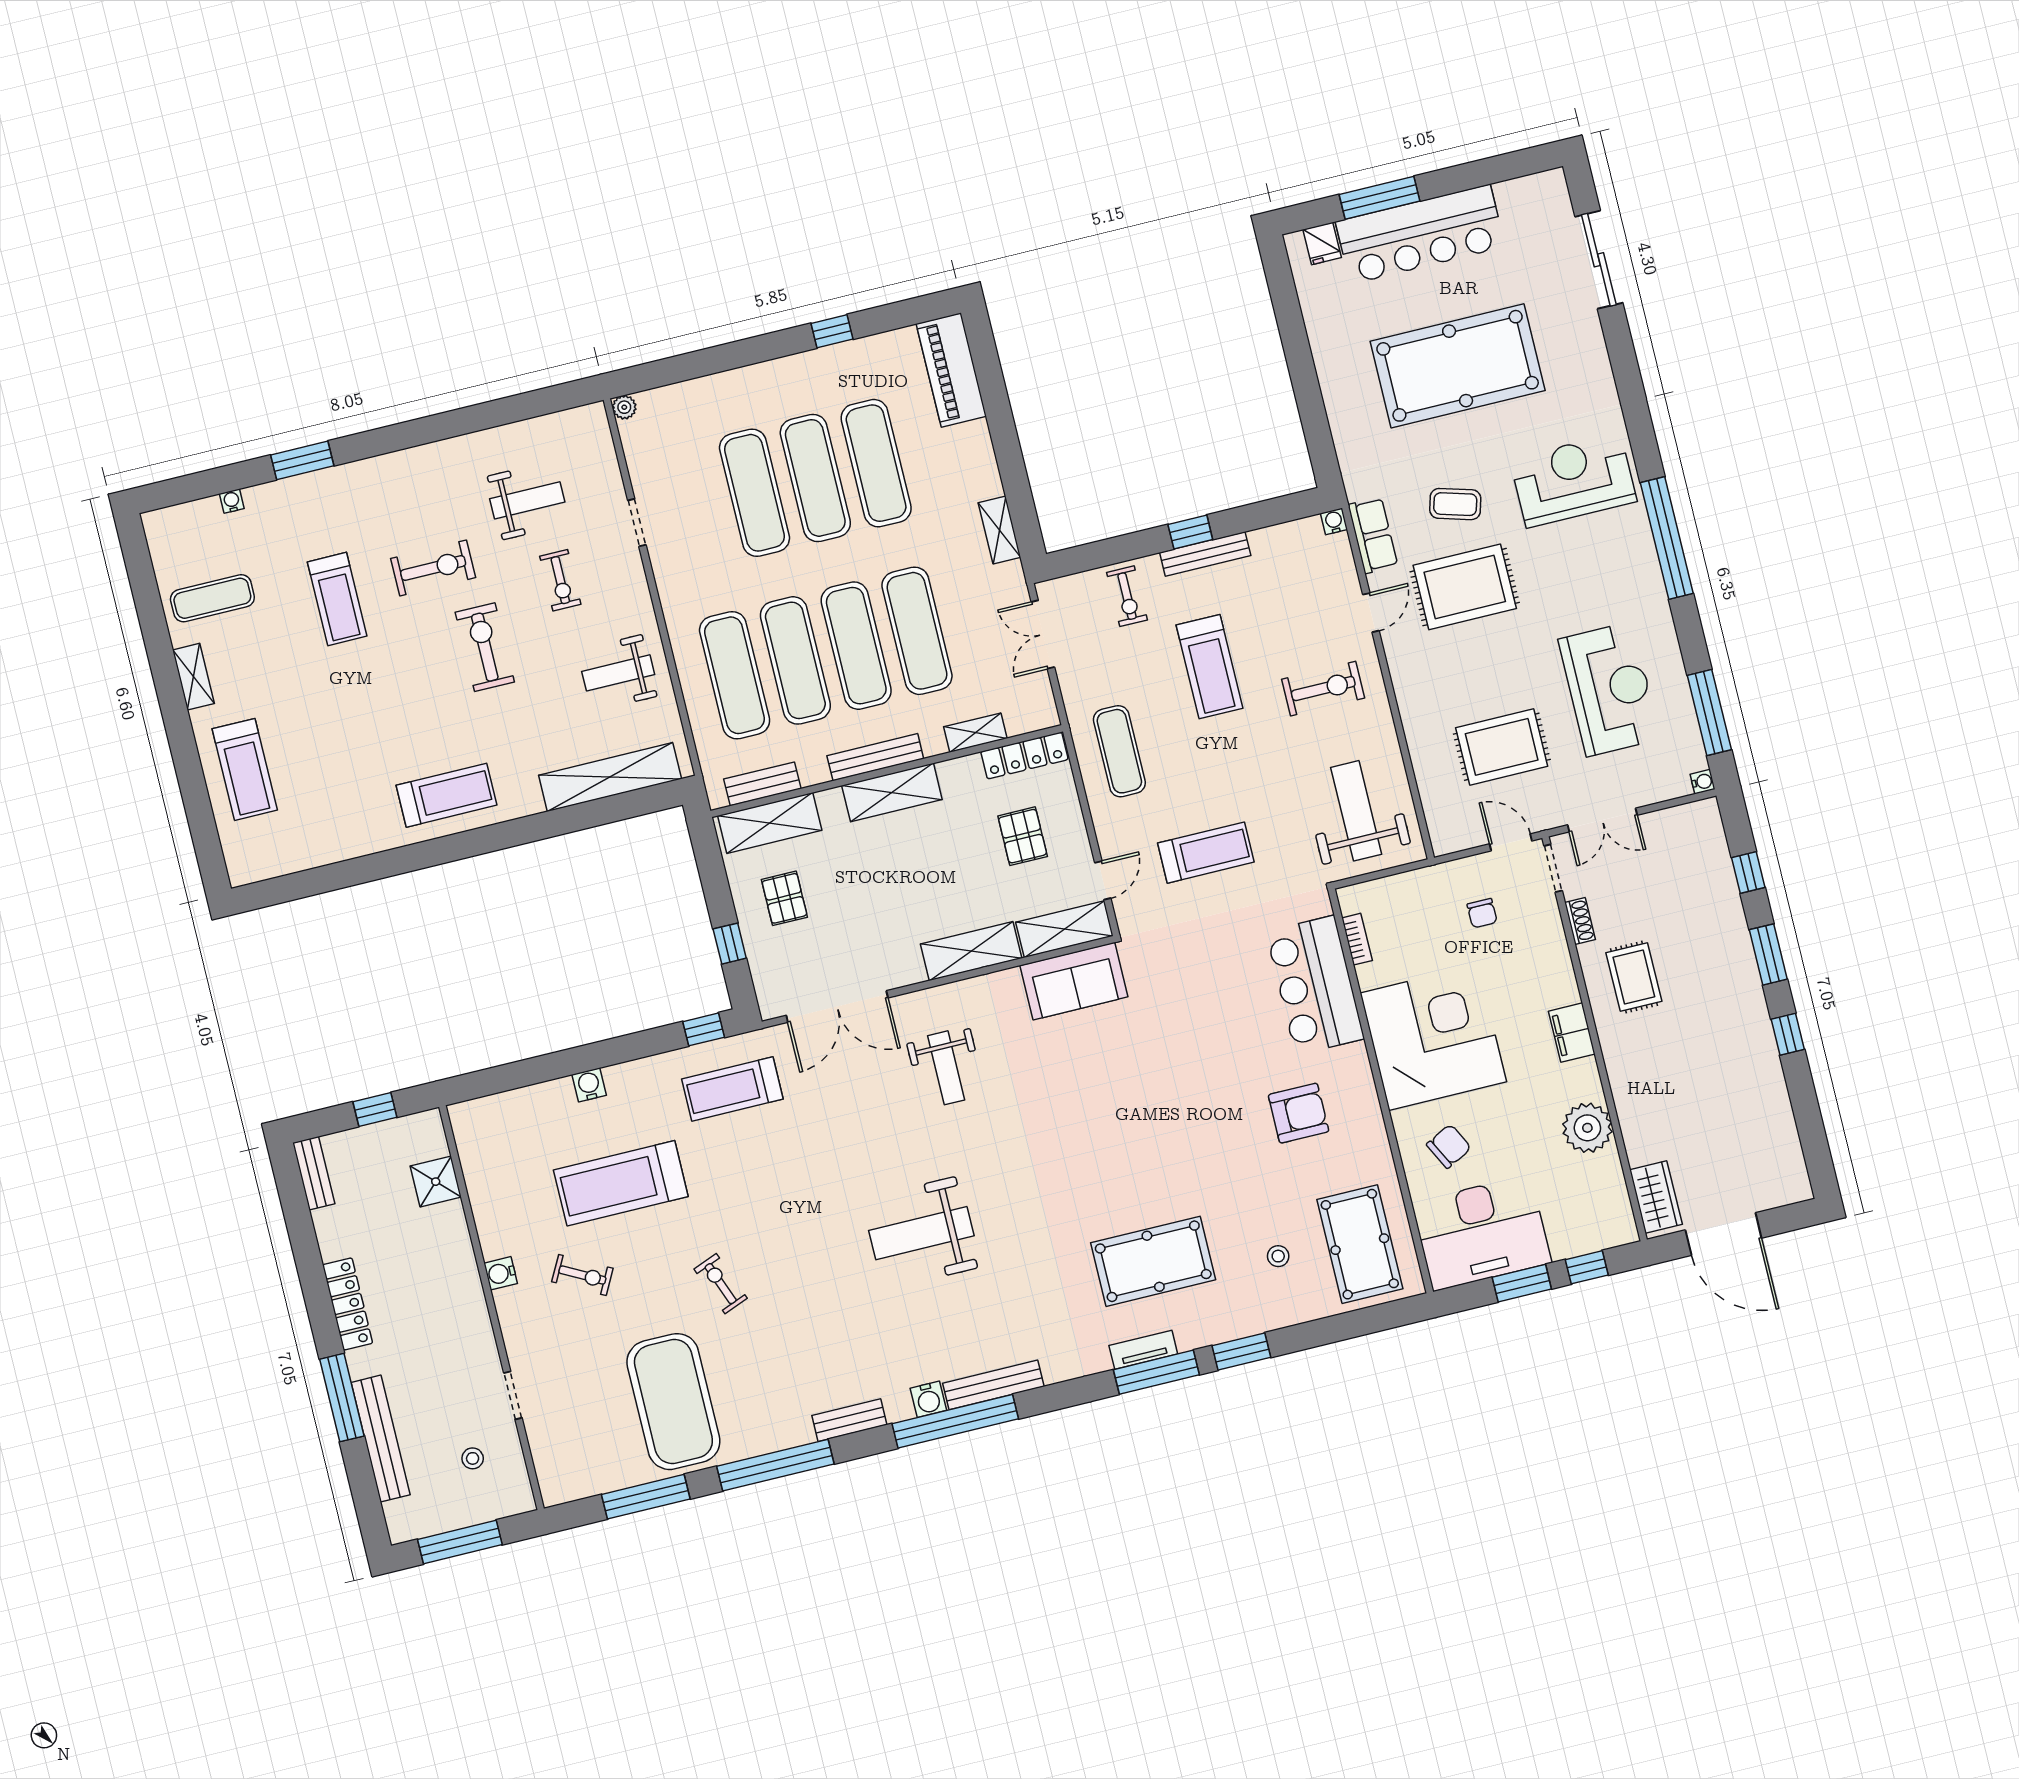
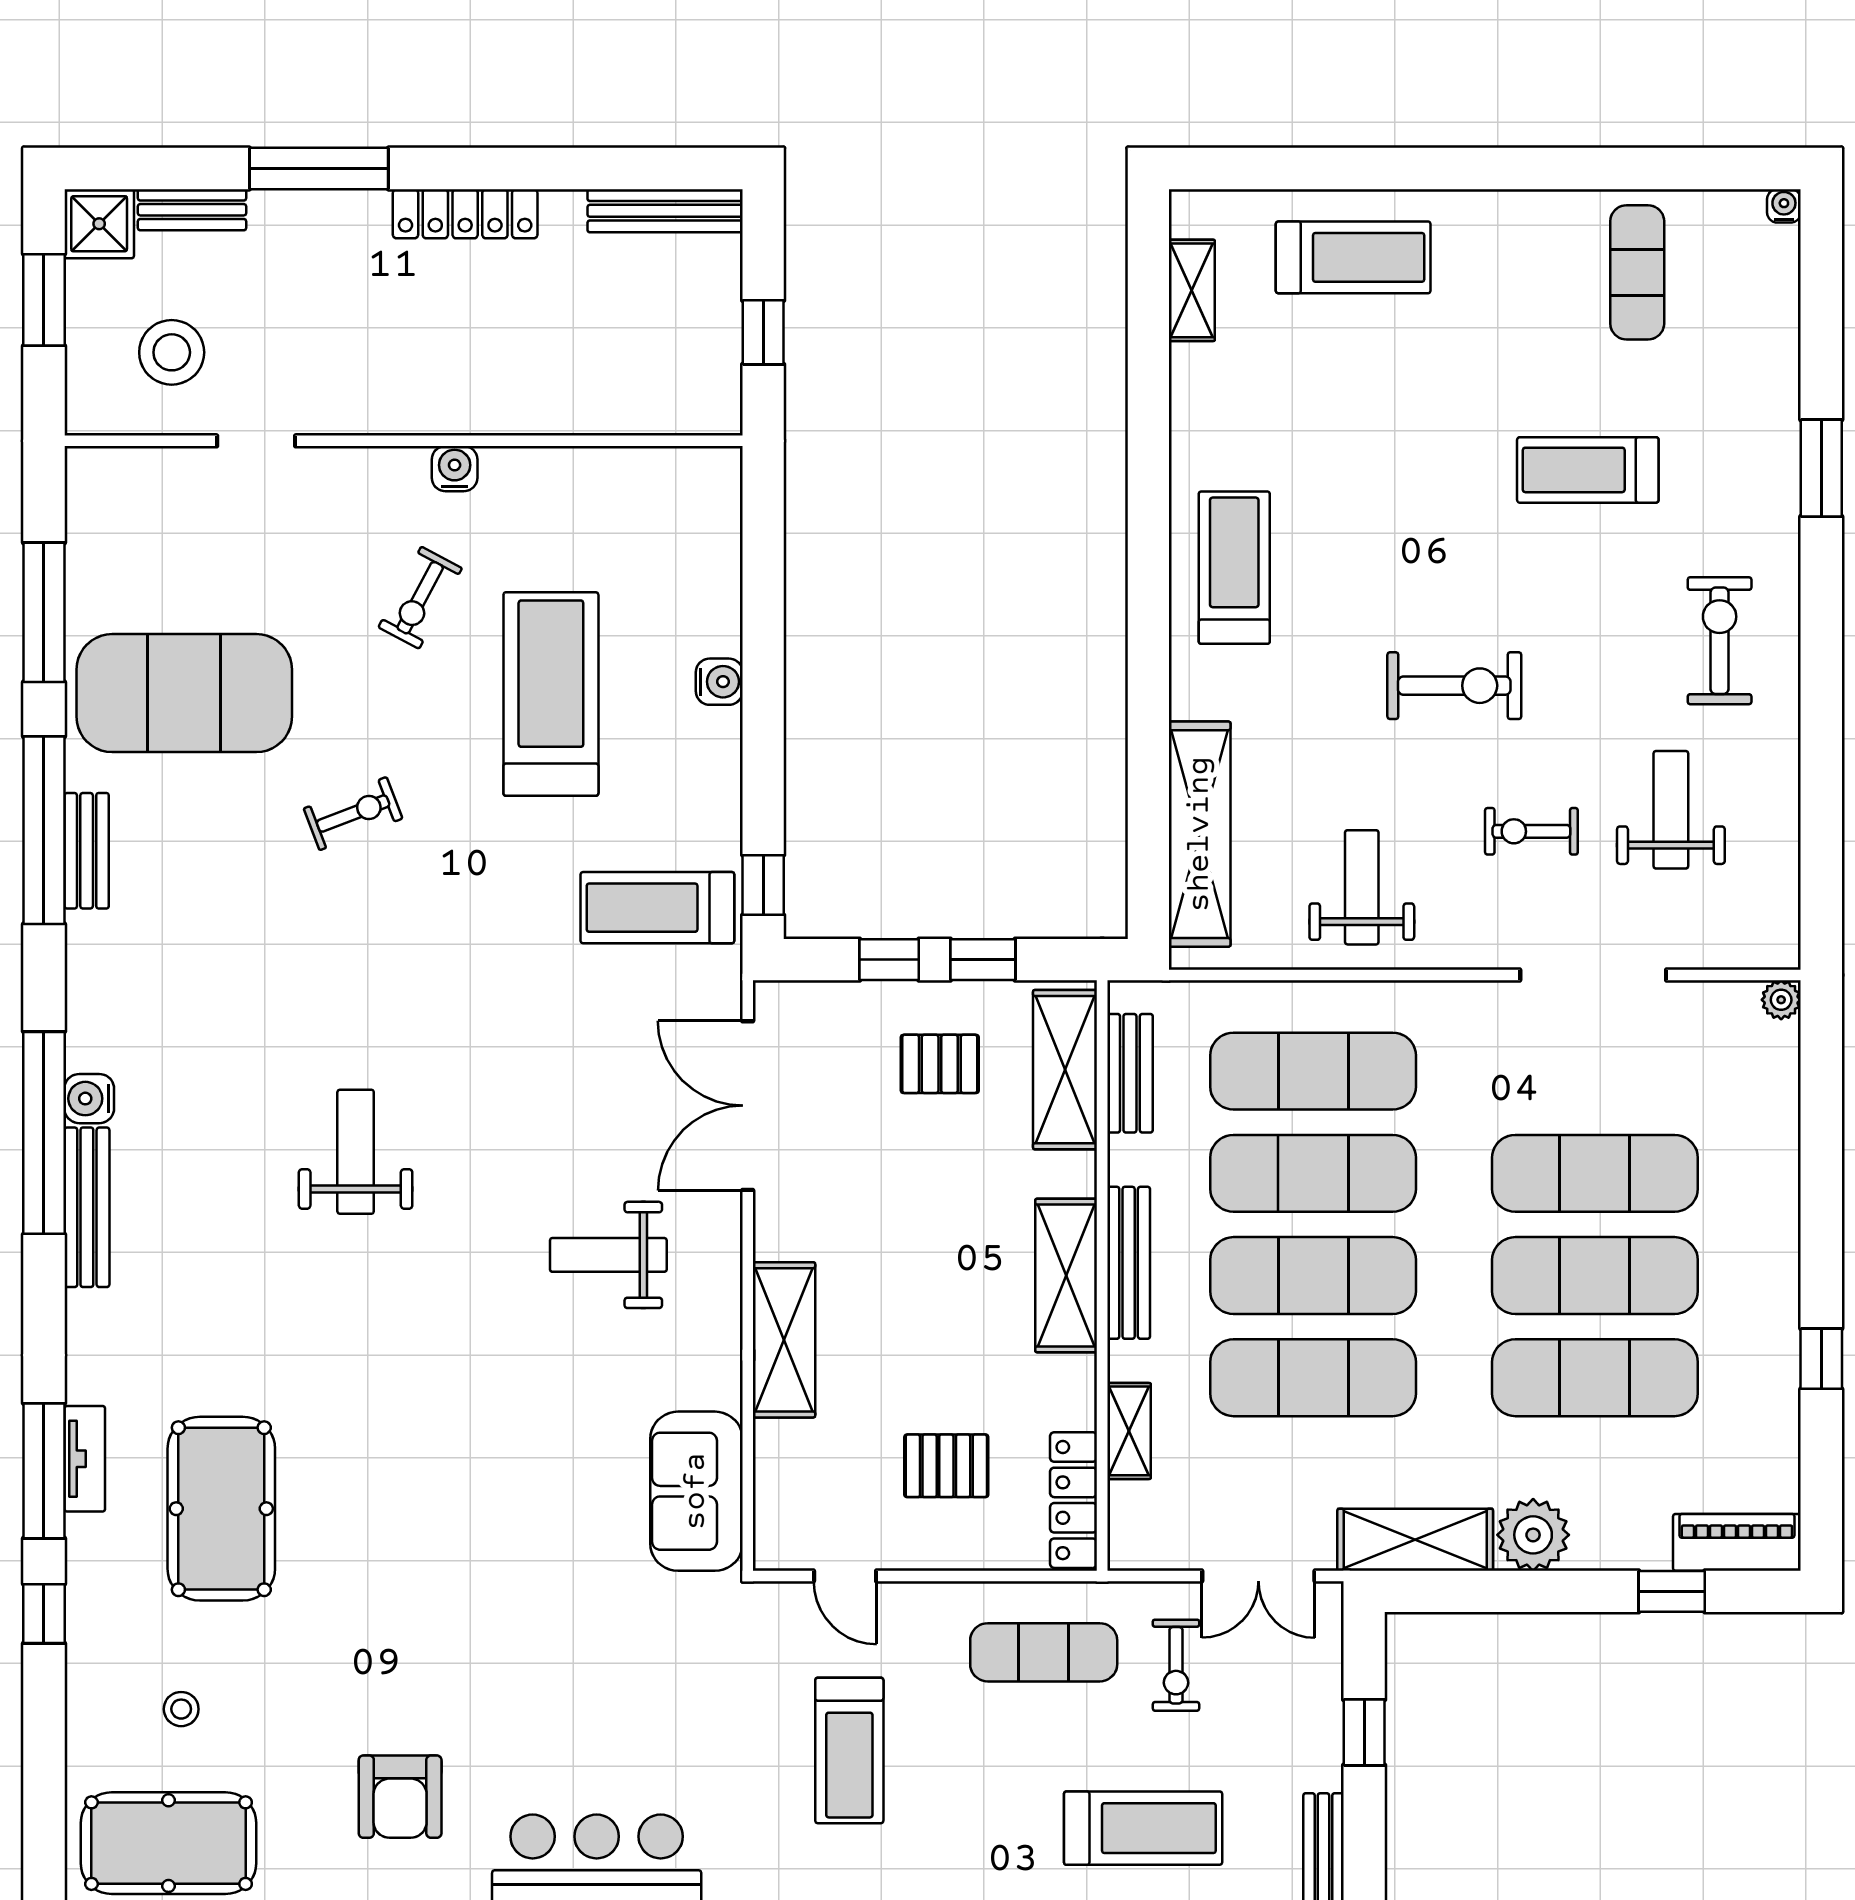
piano: (951, 370) -> (1737, 1542), width x0.73, depth x0.75
window: (992, 386) -> (1672, 1591), added
plant: (979, 477) -> (1533, 1535), added
weight bench: (527, 500) -> (1671, 810), turned 180
water cooler: (232, 501) -> (1784, 206), moved, turned -90
doorway: (637, 523) -> (1593, 975), width x1.87
shelving: (999, 530) -> (1415, 1540), width x1.50, depth x1.33
window: (1190, 532) -> (1364, 1732), moved
exercise bike: (433, 568) -> (1720, 641), moved, turned 180
exercise bike: (1127, 596) -> (1176, 1665), moved, turned -90
double door: (1043, 635) -> (1258, 1576), swing flipped
treadmill: (1210, 667) -> (1143, 1828), turned 180
shelving: (193, 677) -> (1192, 290), moved, turned 90
treadmill: (245, 769) -> (1353, 257), turned 180
treadmill: (447, 795) -> (1234, 568), turned 180
window: (716, 888) -> (983, 960), added
shelving: (1064, 929) -> (783, 1496), removed
treadmill: (732, 1089) -> (657, 908), turned -90
bench: (314, 1173) -> (665, 211), width x1.36
shower: (436, 1182) -> (99, 224), moved
weight bench: (921, 1233) -> (356, 1152), width x0.73, depth x0.75
window: (1241, 1352) -> (44, 1614), width x0.67
bench: (849, 1420) -> (87, 851), moved
bench: (381, 1439) -> (192, 210), width x0.54, depth x0.82
stool: (473, 1458) -> (172, 352), width x1.89, depth x1.89
window: (460, 1542) -> (44, 300), width x0.69

